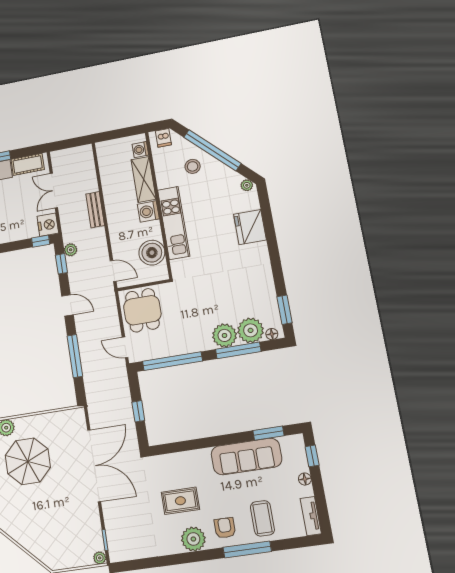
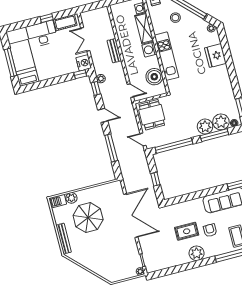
armchair: (225, 528) -> (210, 230), moved

